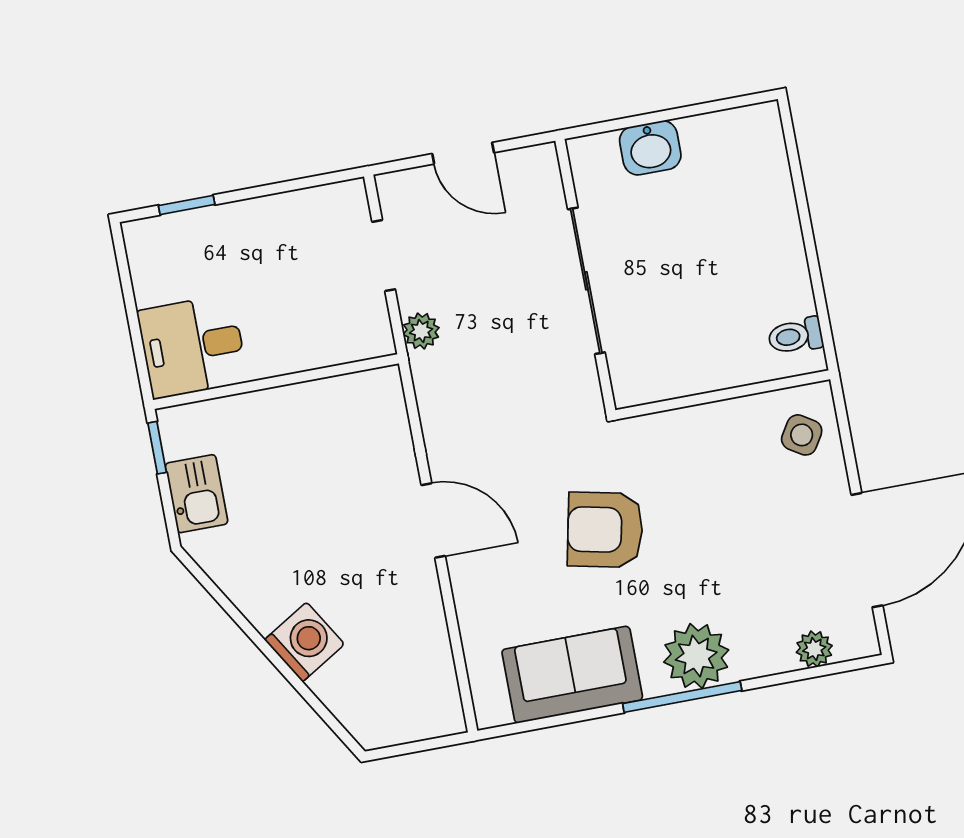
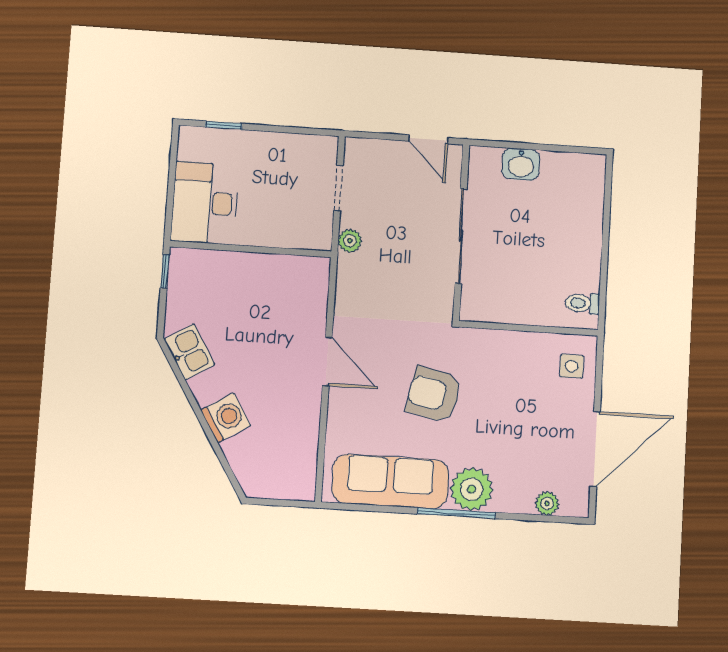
door: (463, 153) -> (428, 139), moved
desk: (193, 346) -> (205, 203), width x1.37
side table: (802, 435) -> (572, 366), turned -32
kitchen sink: (197, 494) -> (189, 352), moved, turned -31
sofa: (572, 675) -> (390, 481), width x1.36

